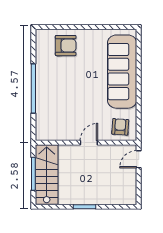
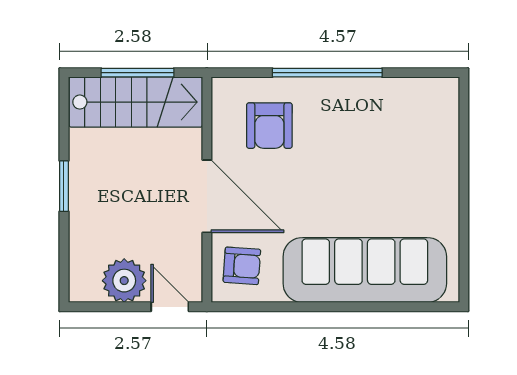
armchair: (66, 46) -> (269, 126), moved
door: (89, 143) -> (207, 196), width x1.88
plant: (127, 180) -> (124, 281), added

